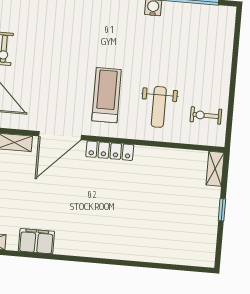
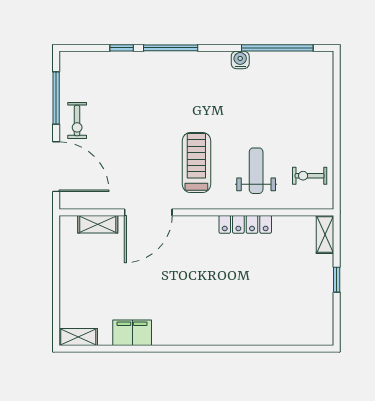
weight bench: (159, 107) -> (256, 171), turned 180
locker: (110, 151) -> (245, 224), moved

